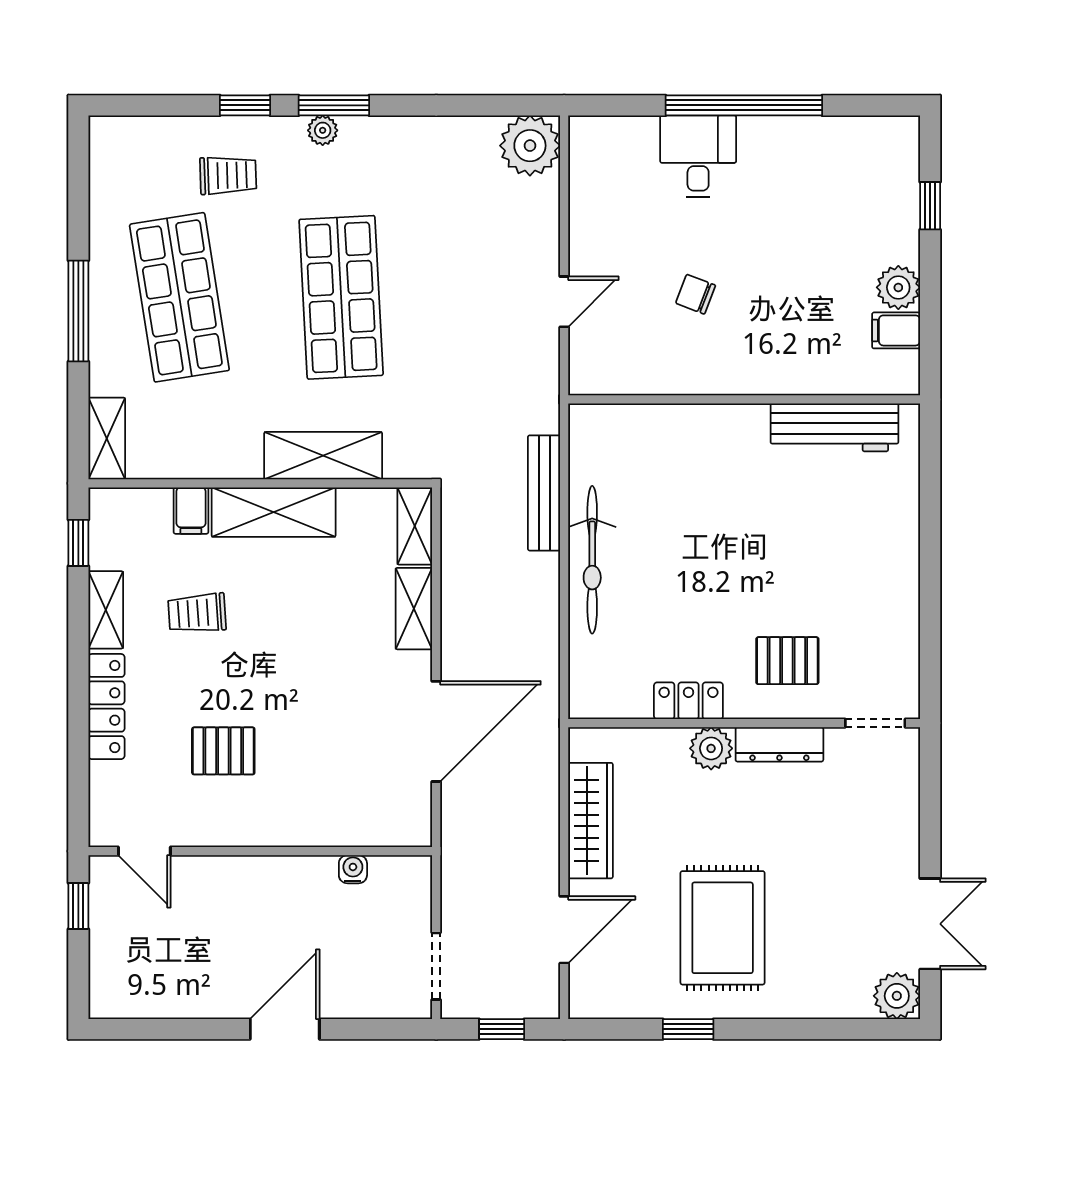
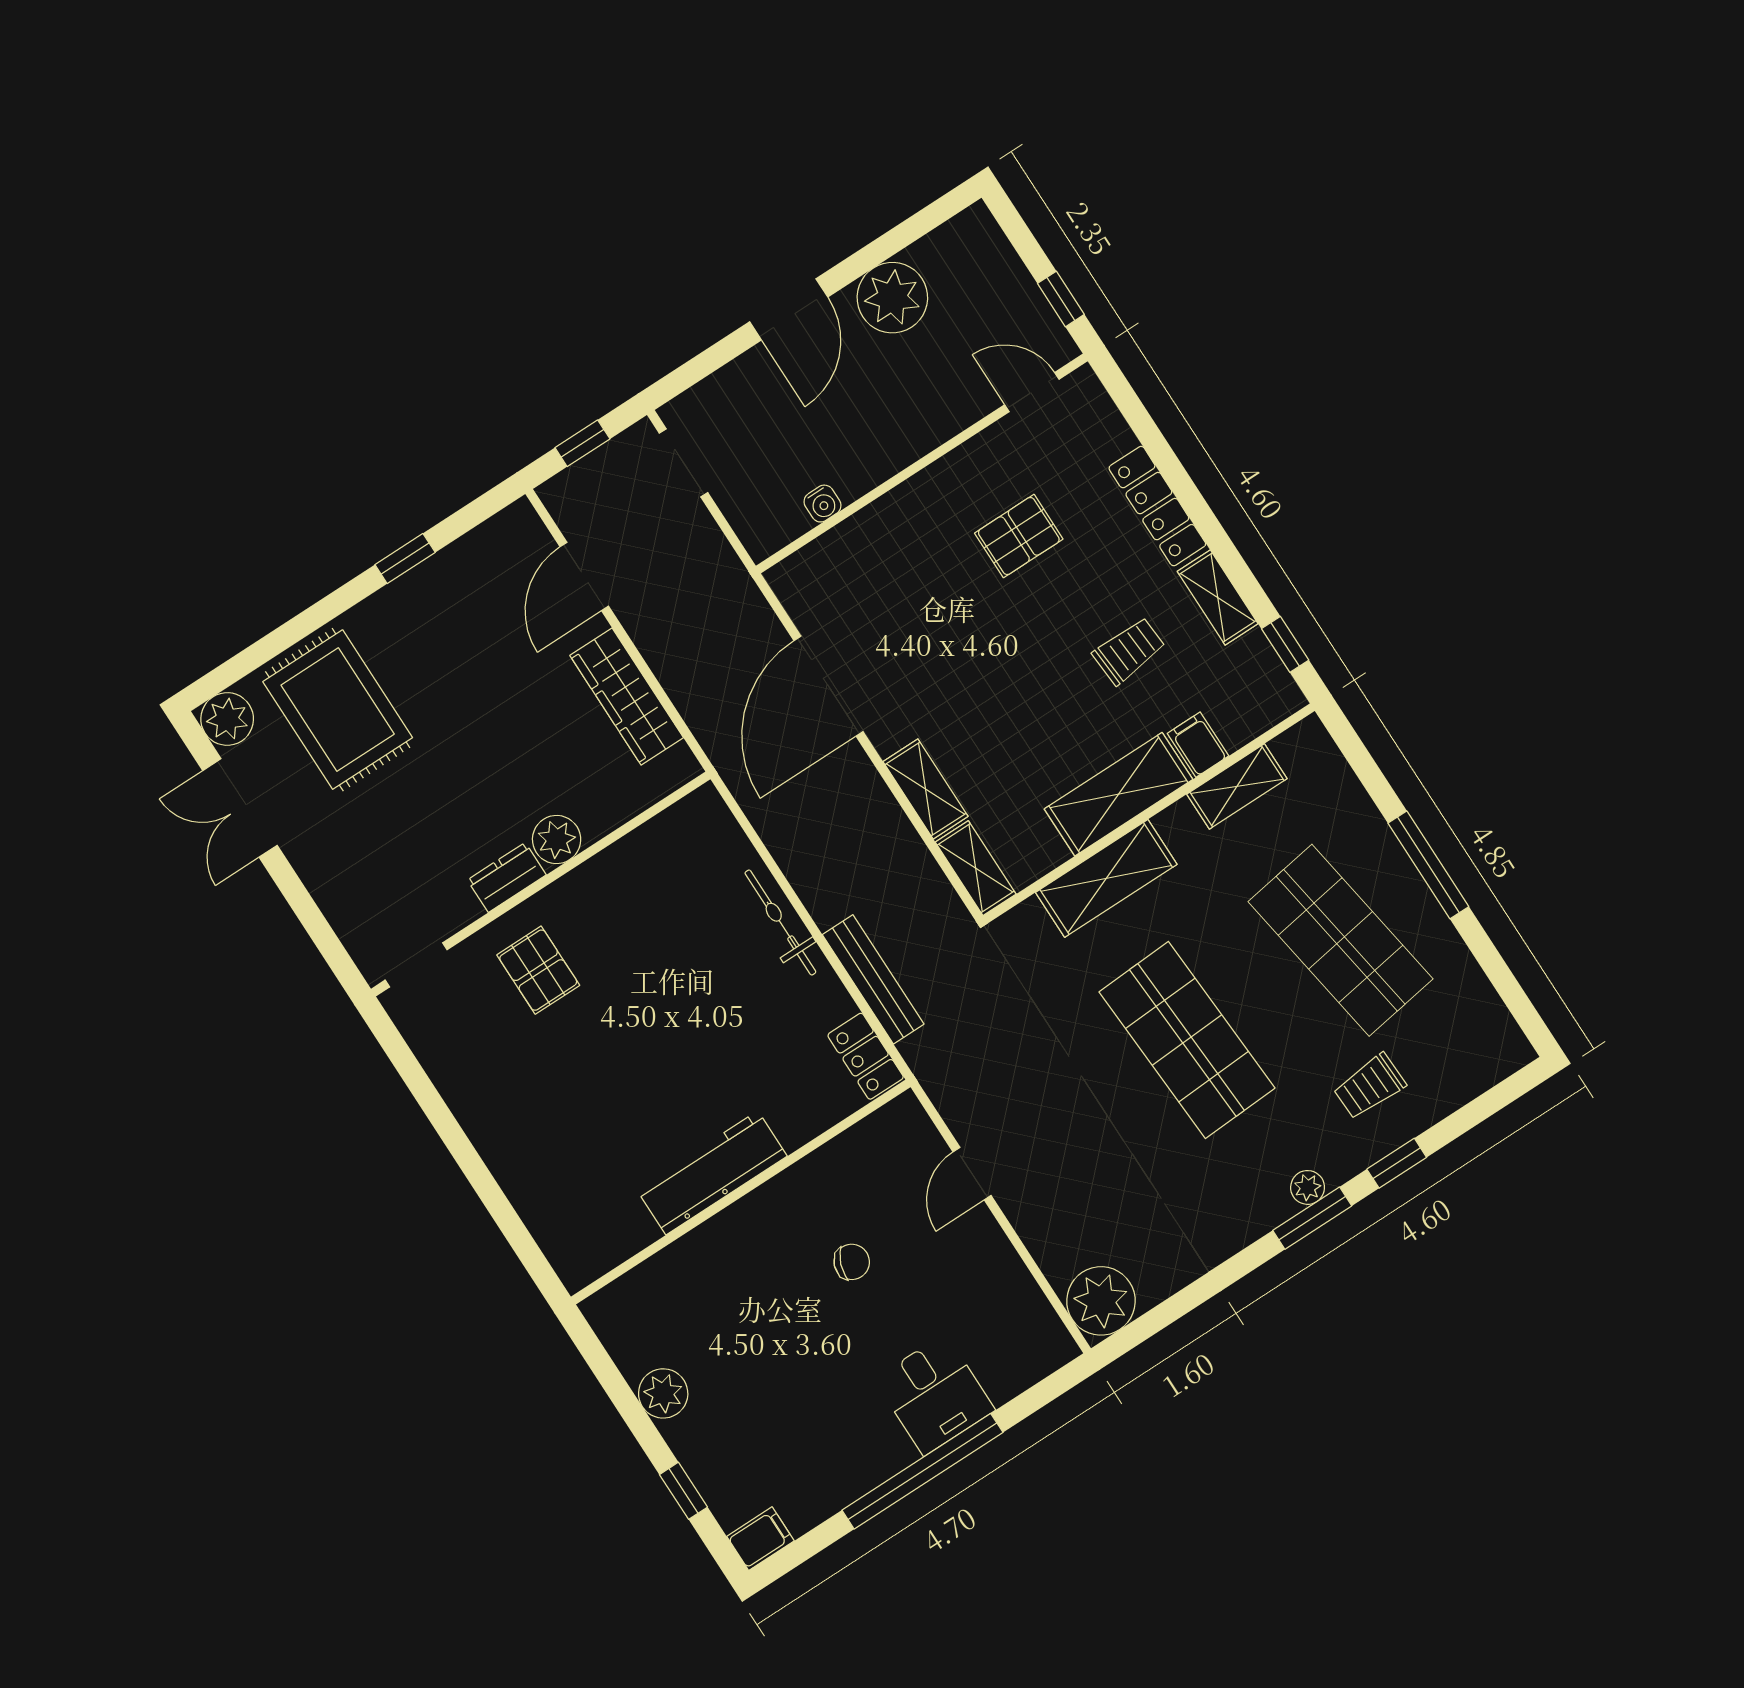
filing cabinet: (896, 330) -> (760, 1539), moved
workbench: (834, 427) -> (712, 1173), moved
shelving: (107, 438) -> (1237, 786), moved, turned 90
bicycle: (592, 560) -> (780, 922), width x0.73, depth x0.71
pallet: (787, 661) -> (538, 970), turned 90
locker: (688, 701) -> (866, 1056), moved, turned 90
dresser: (779, 744) -> (507, 877), width x0.70
rug: (723, 928) -> (338, 710), moved
plant: (202, 988) -> (892, 298), added

